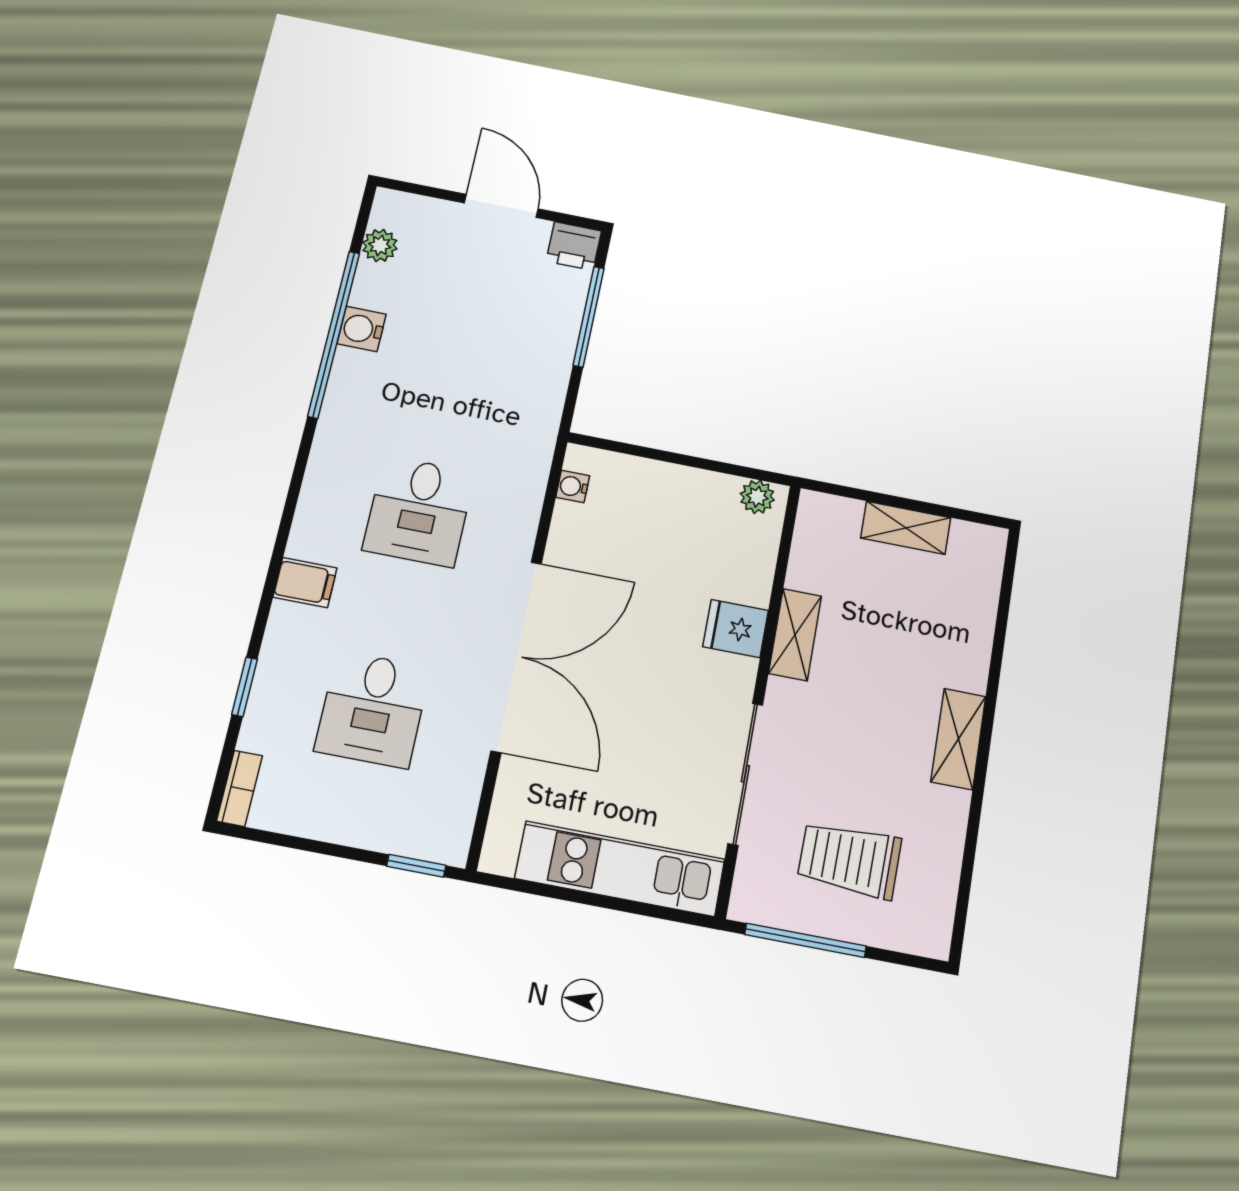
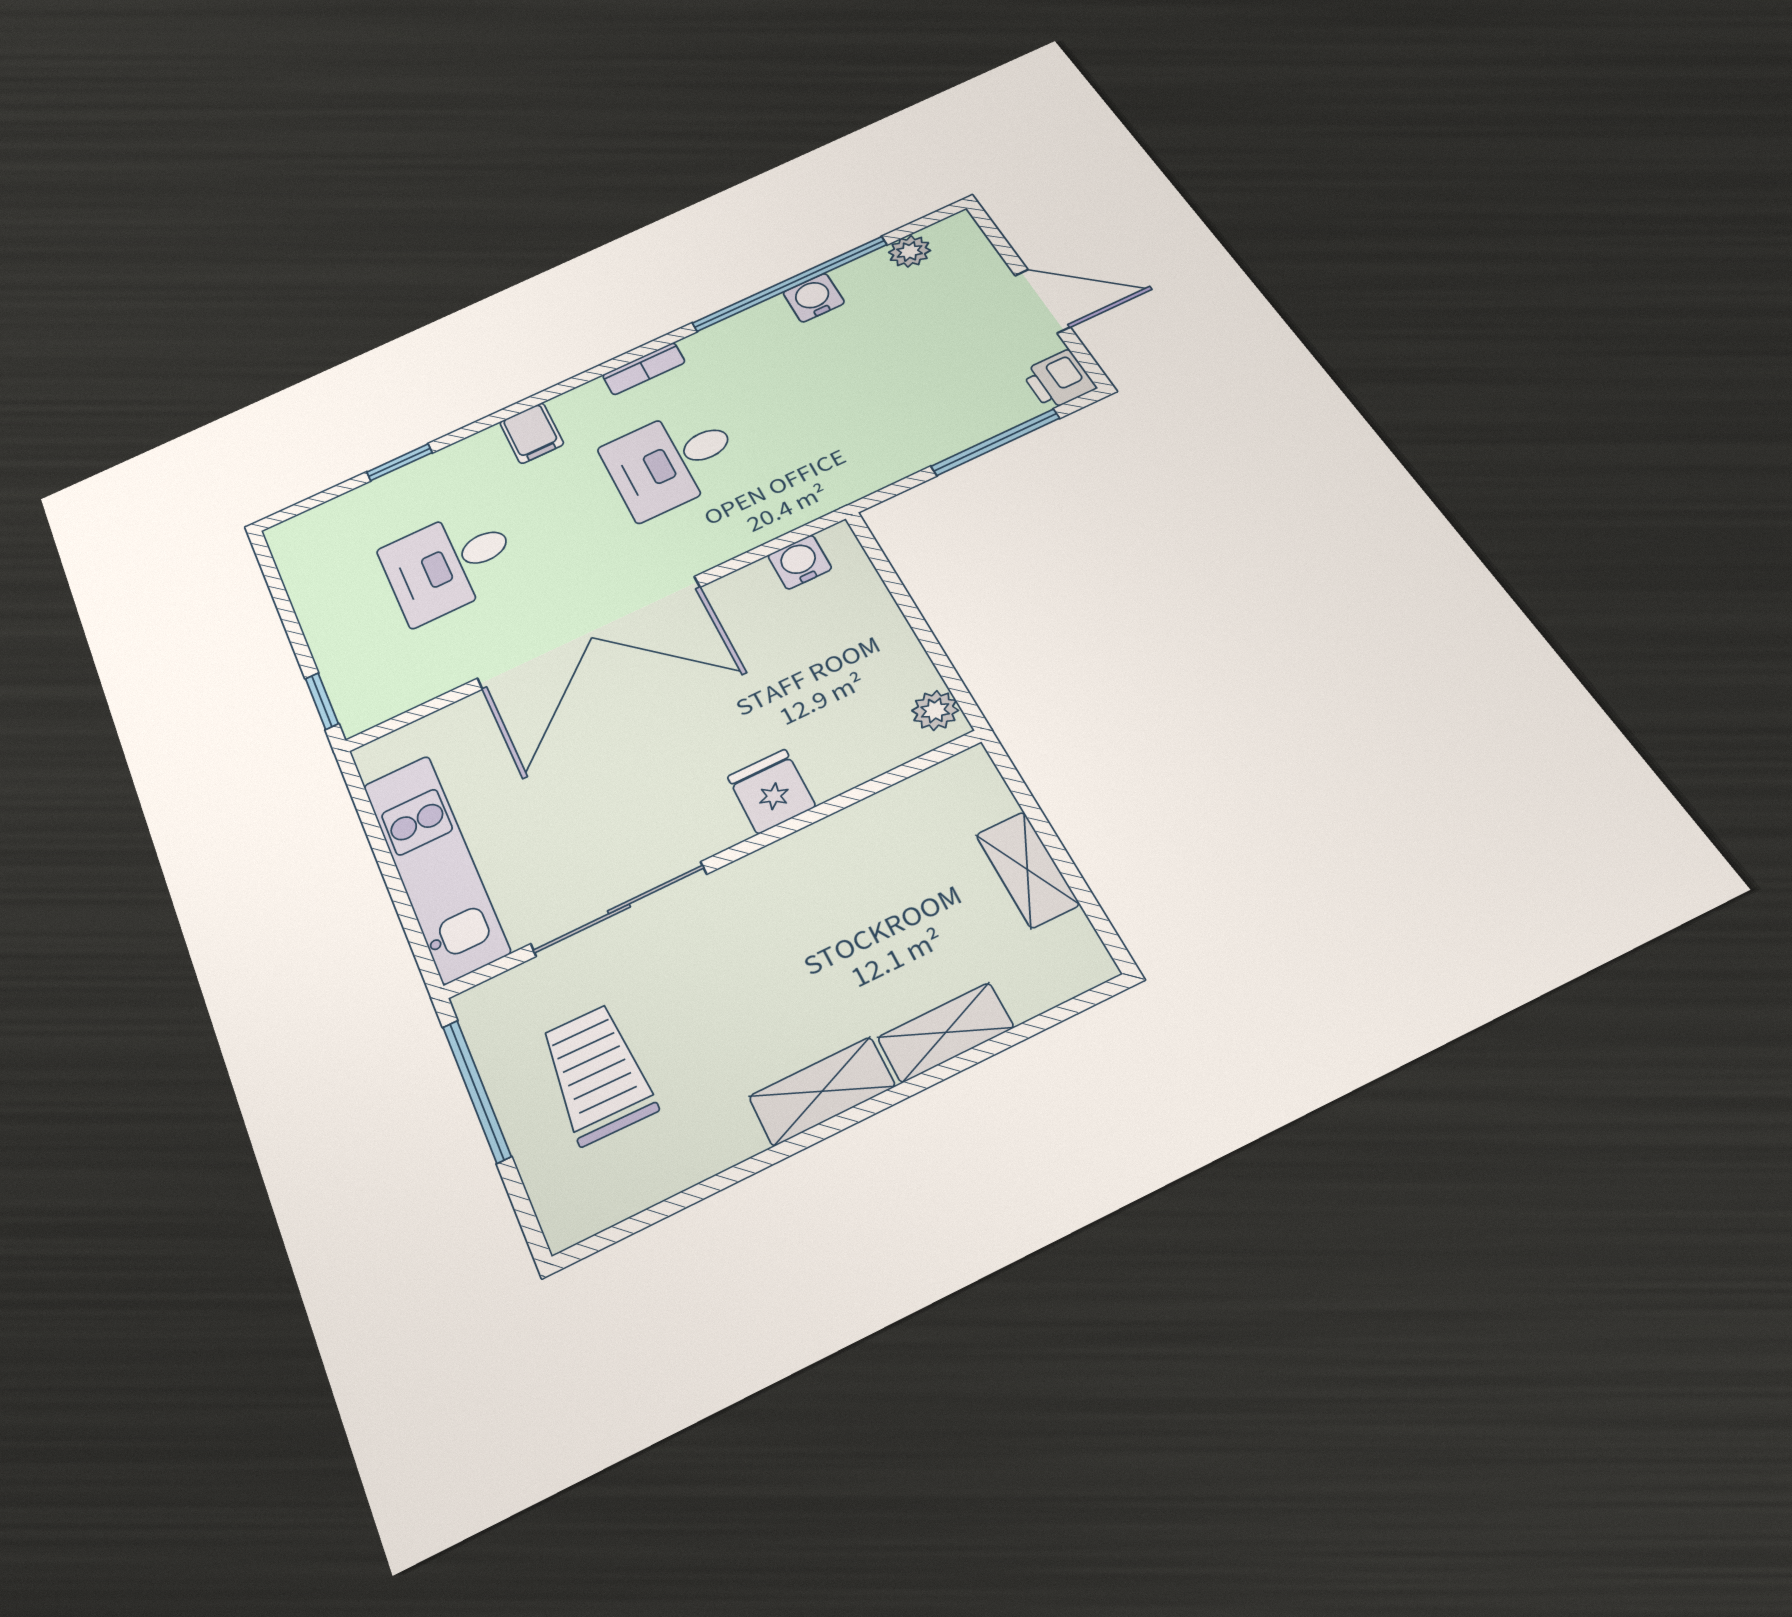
door: (501, 206) -> (1042, 301), hinge flipped
water cooler: (573, 486) -> (800, 562), width x1.38, depth x1.38
shelving: (795, 635) -> (946, 1032), moved
bookcase: (240, 788) -> (644, 369), moved

